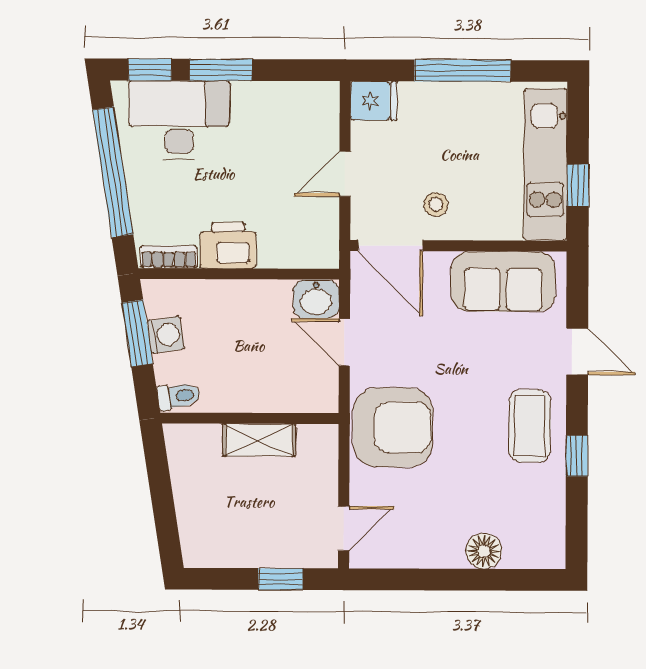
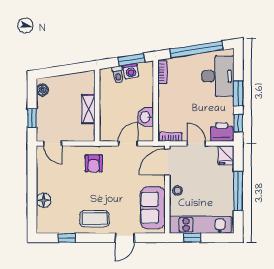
window: (150, 70) -> (238, 123), moved
stool: (436, 204) -> (178, 191), moved
bookcase: (328, 237) -> (171, 137), added
printer: (228, 245) -> (222, 132), moved, turned -90
washbasin: (316, 299) -> (146, 117), moved
toilet: (179, 396) -> (118, 75), moved
armchair: (393, 427) -> (94, 163), width x0.53, depth x0.53
window: (577, 456) -> (67, 238), moved
boiler: (211, 553) -> (42, 90), added

